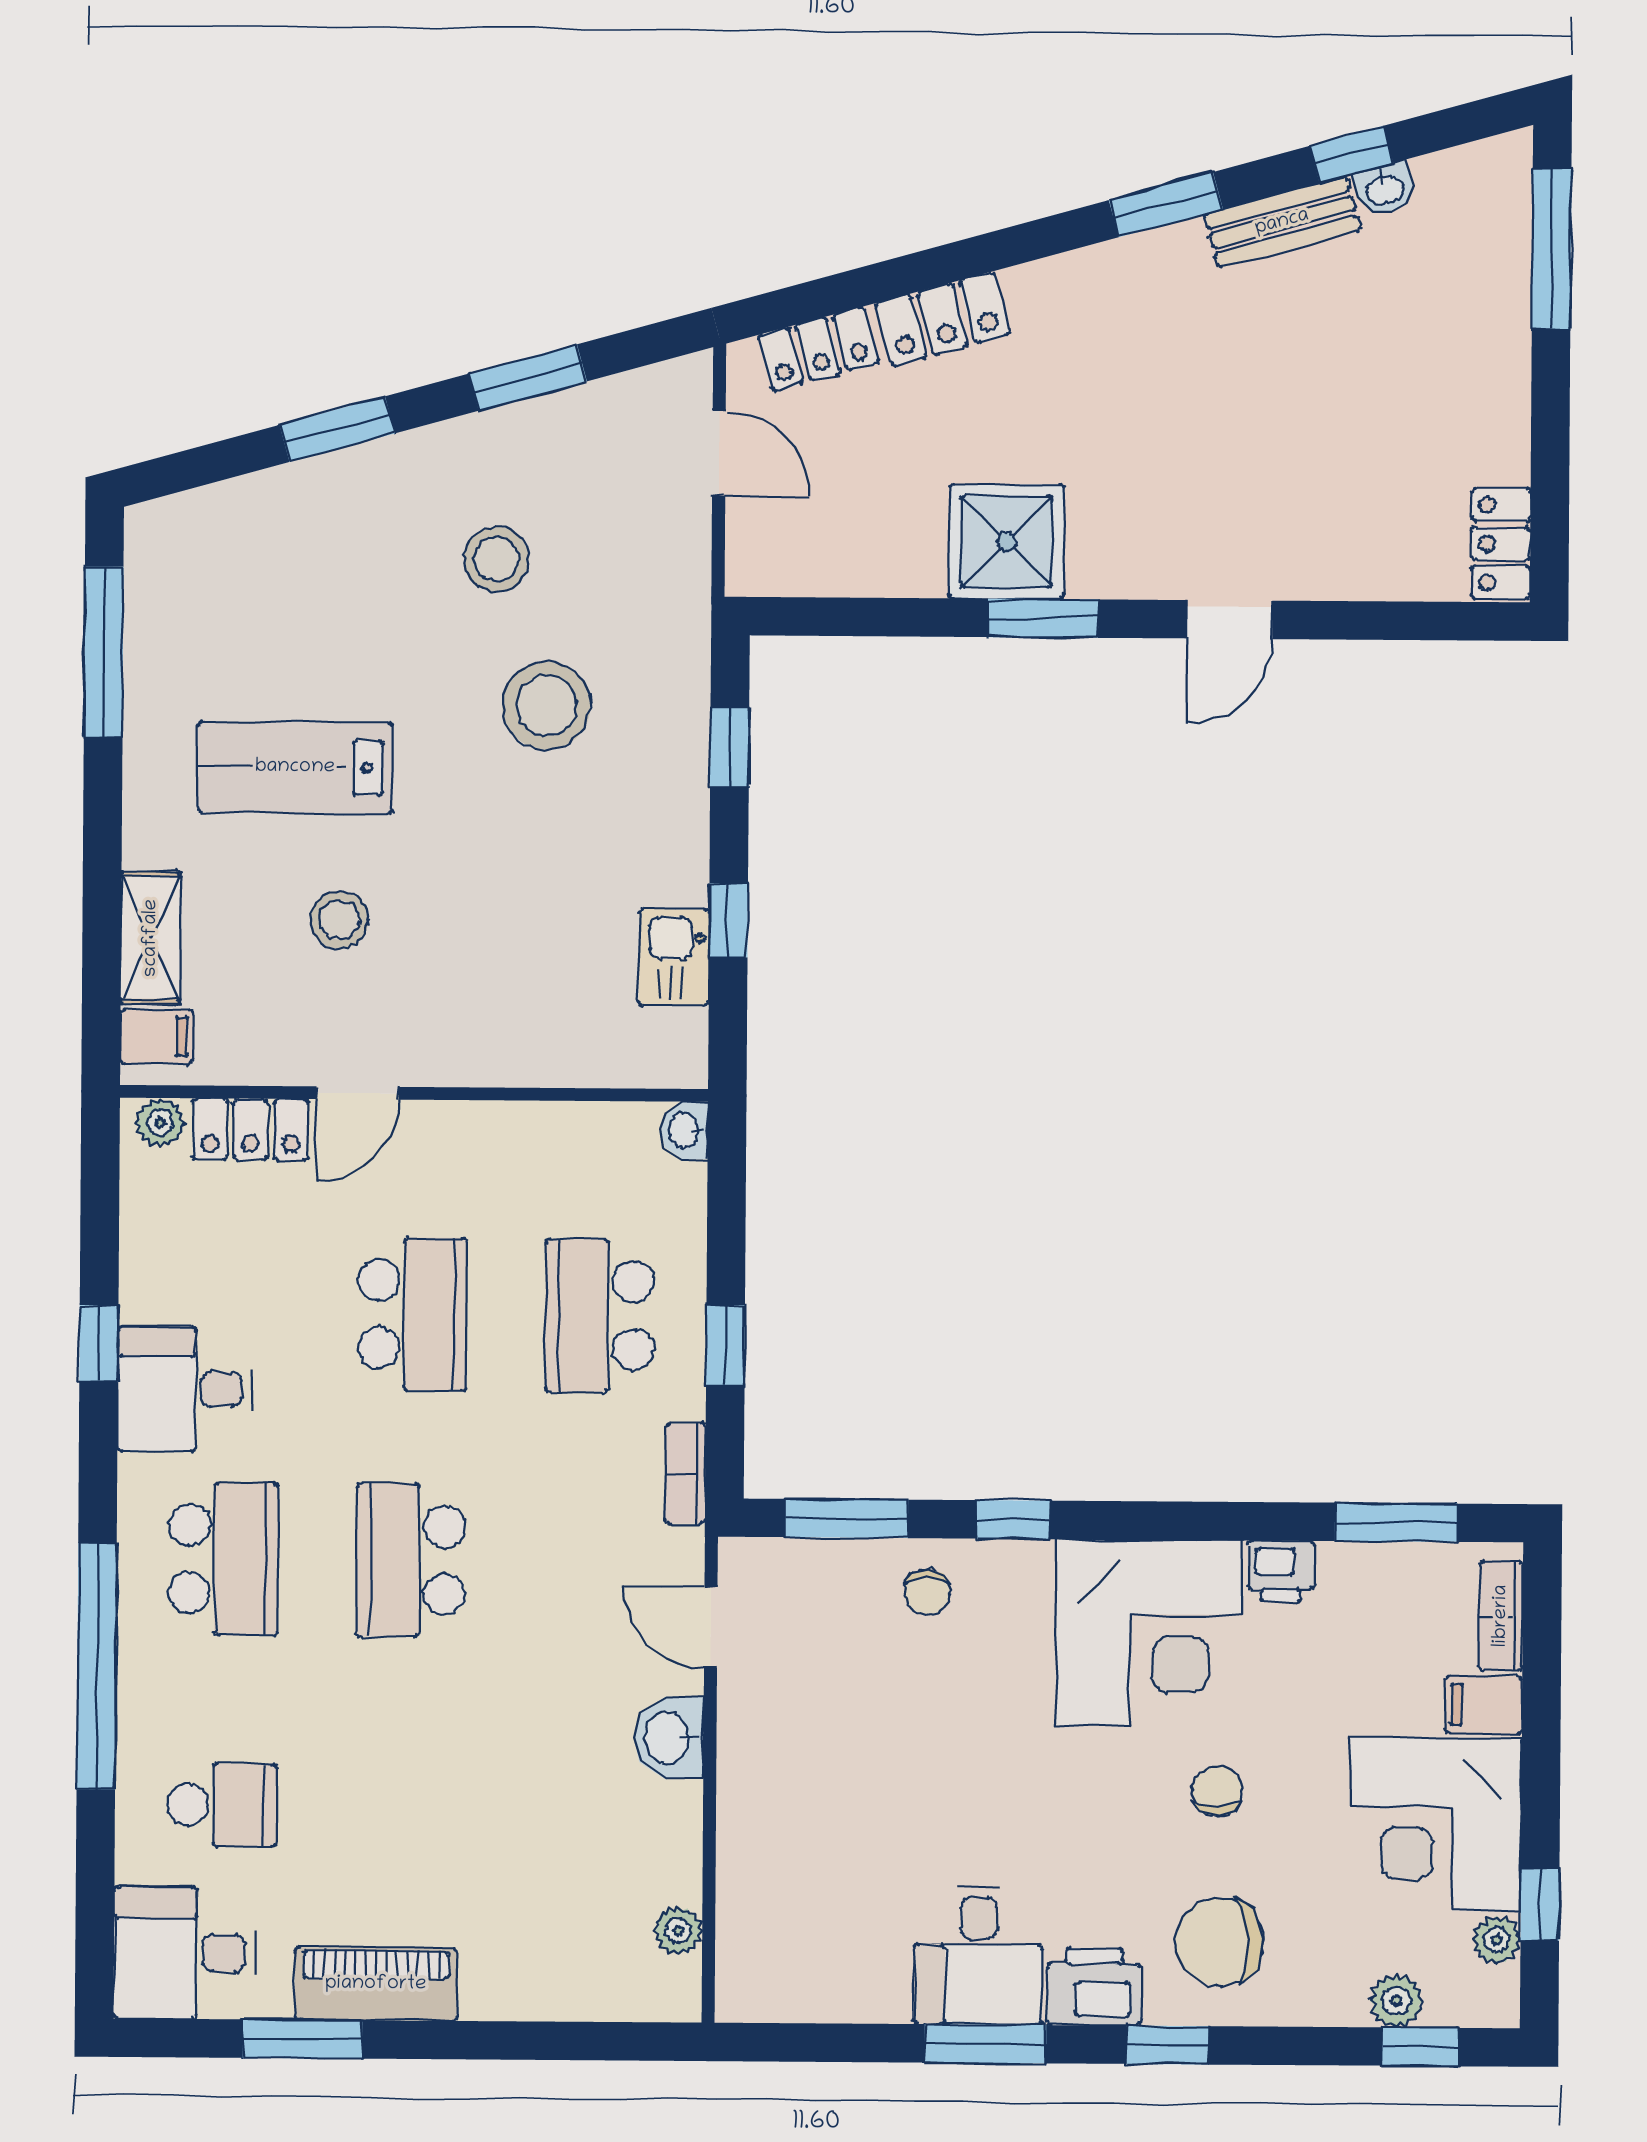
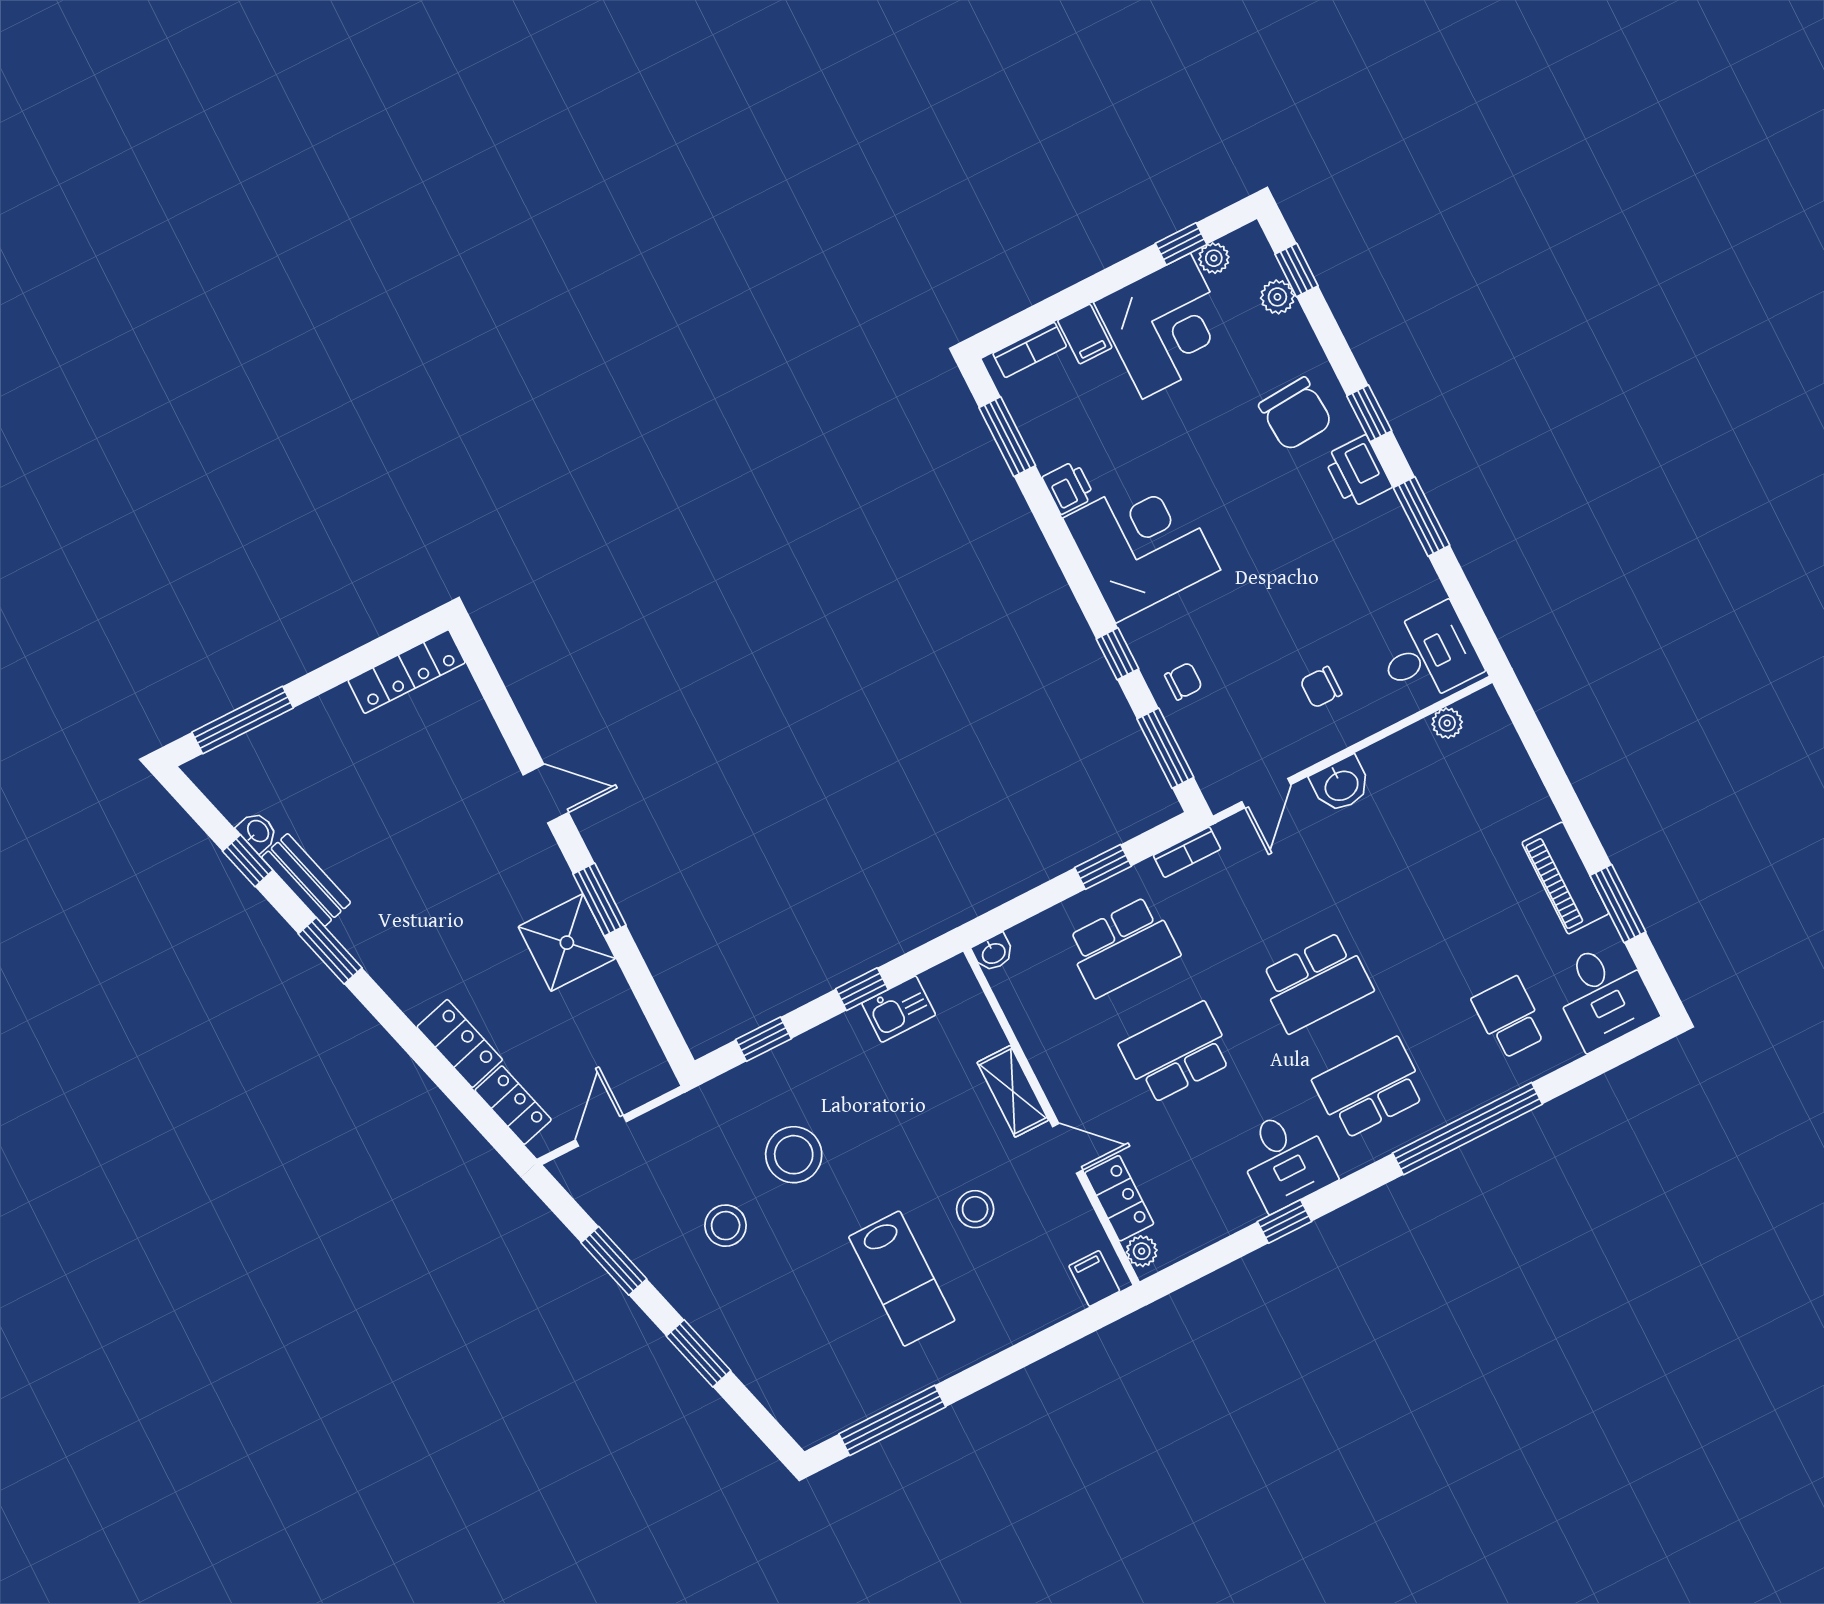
locker: (1501, 544) -> (407, 672), width x1.53
shelving: (151, 938) -> (1013, 1091), moved, turned 90
chair: (1217, 1791) -> (1321, 687), moved
desk: (978, 1955) -> (1429, 654), moved

